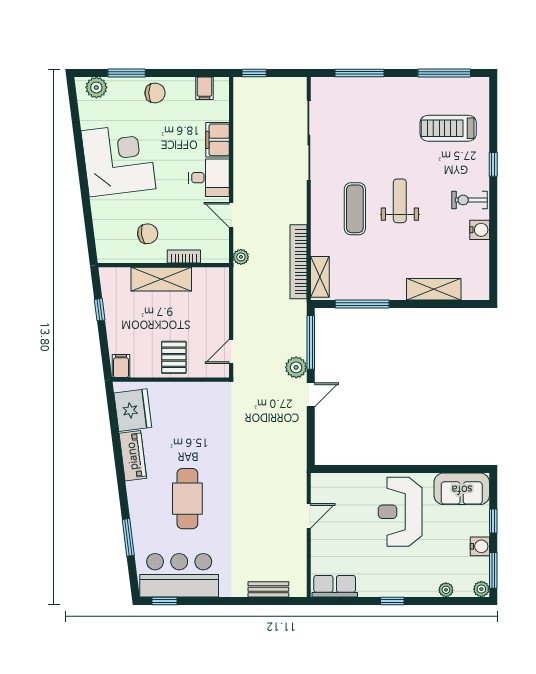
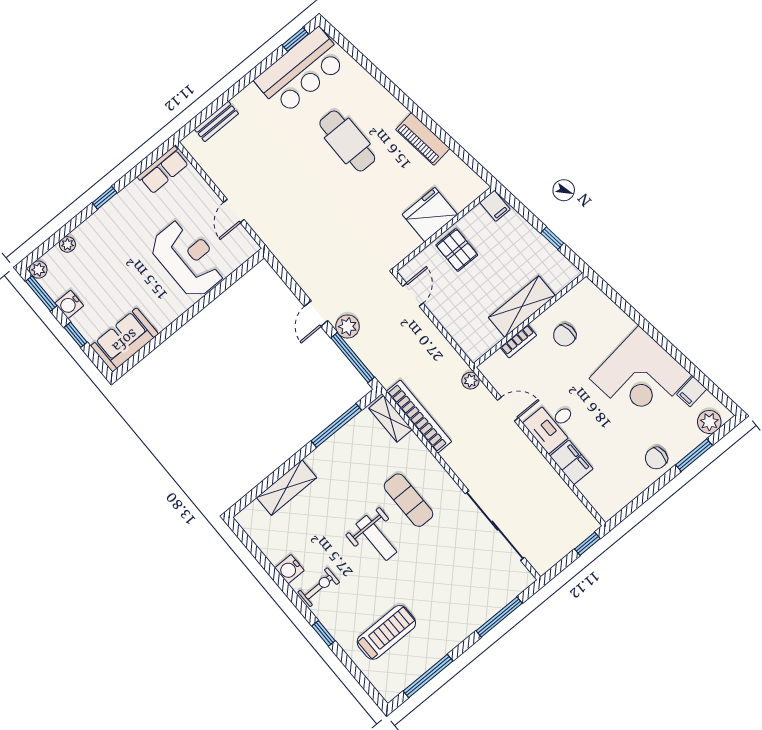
filing cabinet: (205, 88) -> (692, 392), moved, turned -97
fridge: (133, 410) -> (430, 215), moved, turned 97
reception desk: (400, 512) -> (188, 259), moved
window: (128, 537) -> (370, 67), removed

